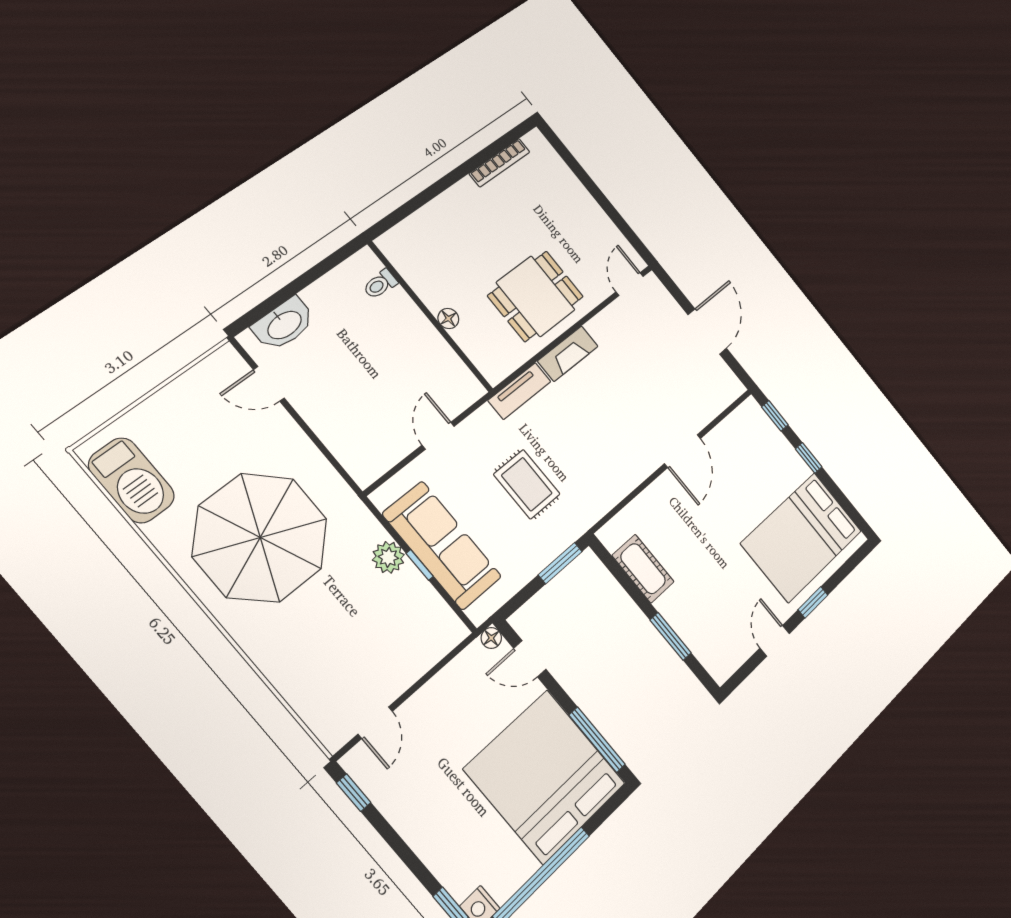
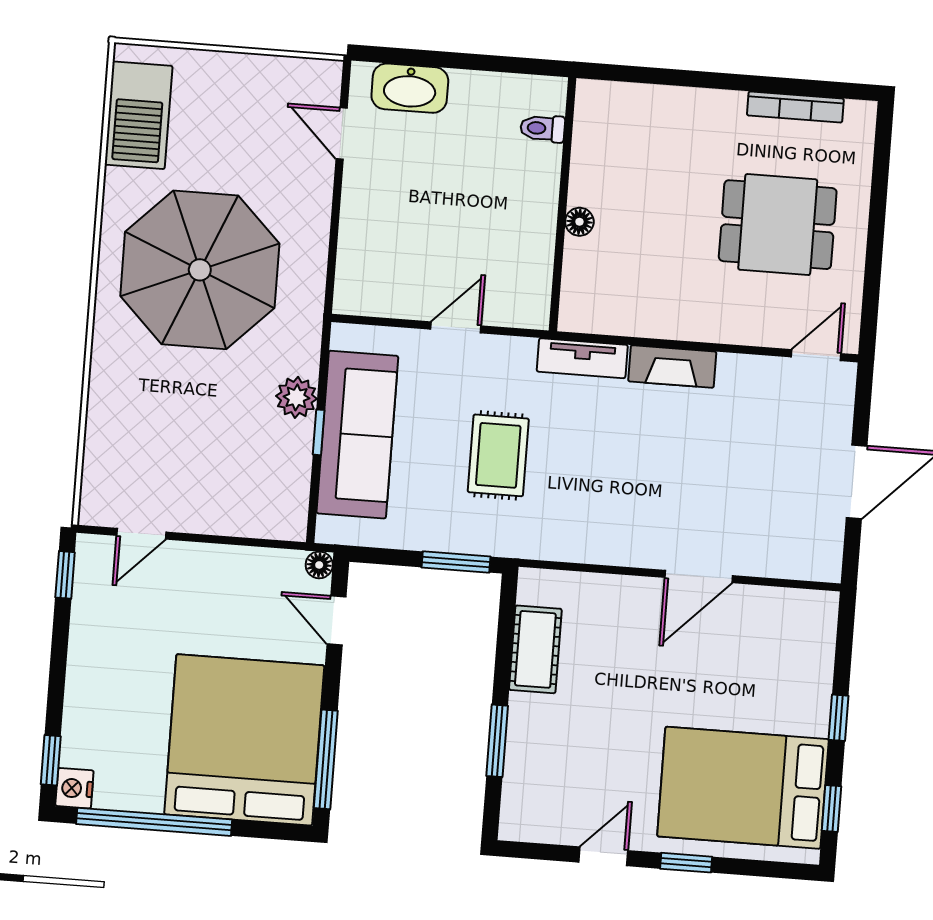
dining table: (536, 296) -> (778, 225), moved
window: (775, 416) -> (831, 808), moved

